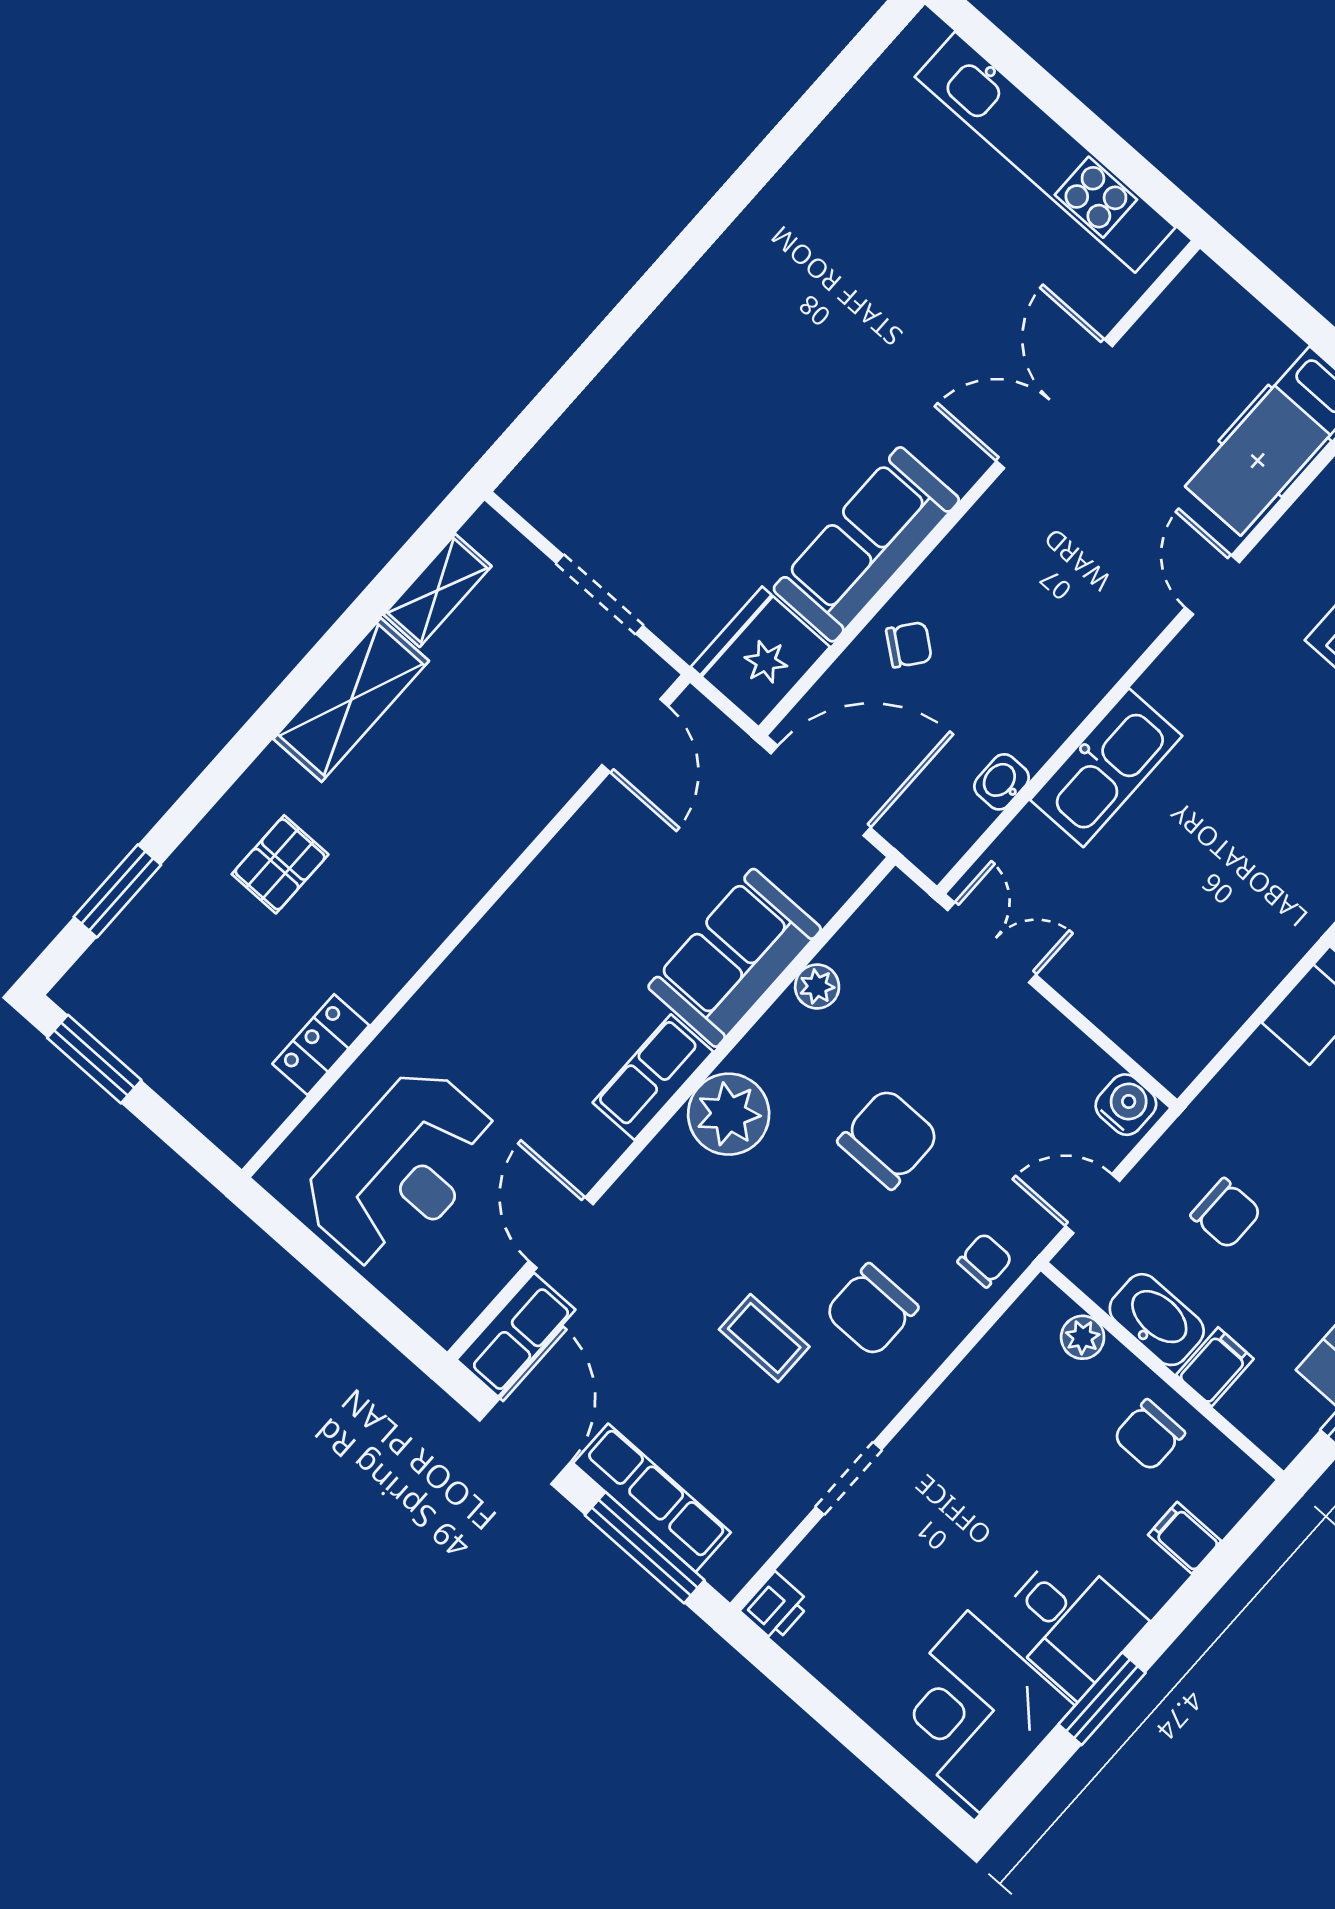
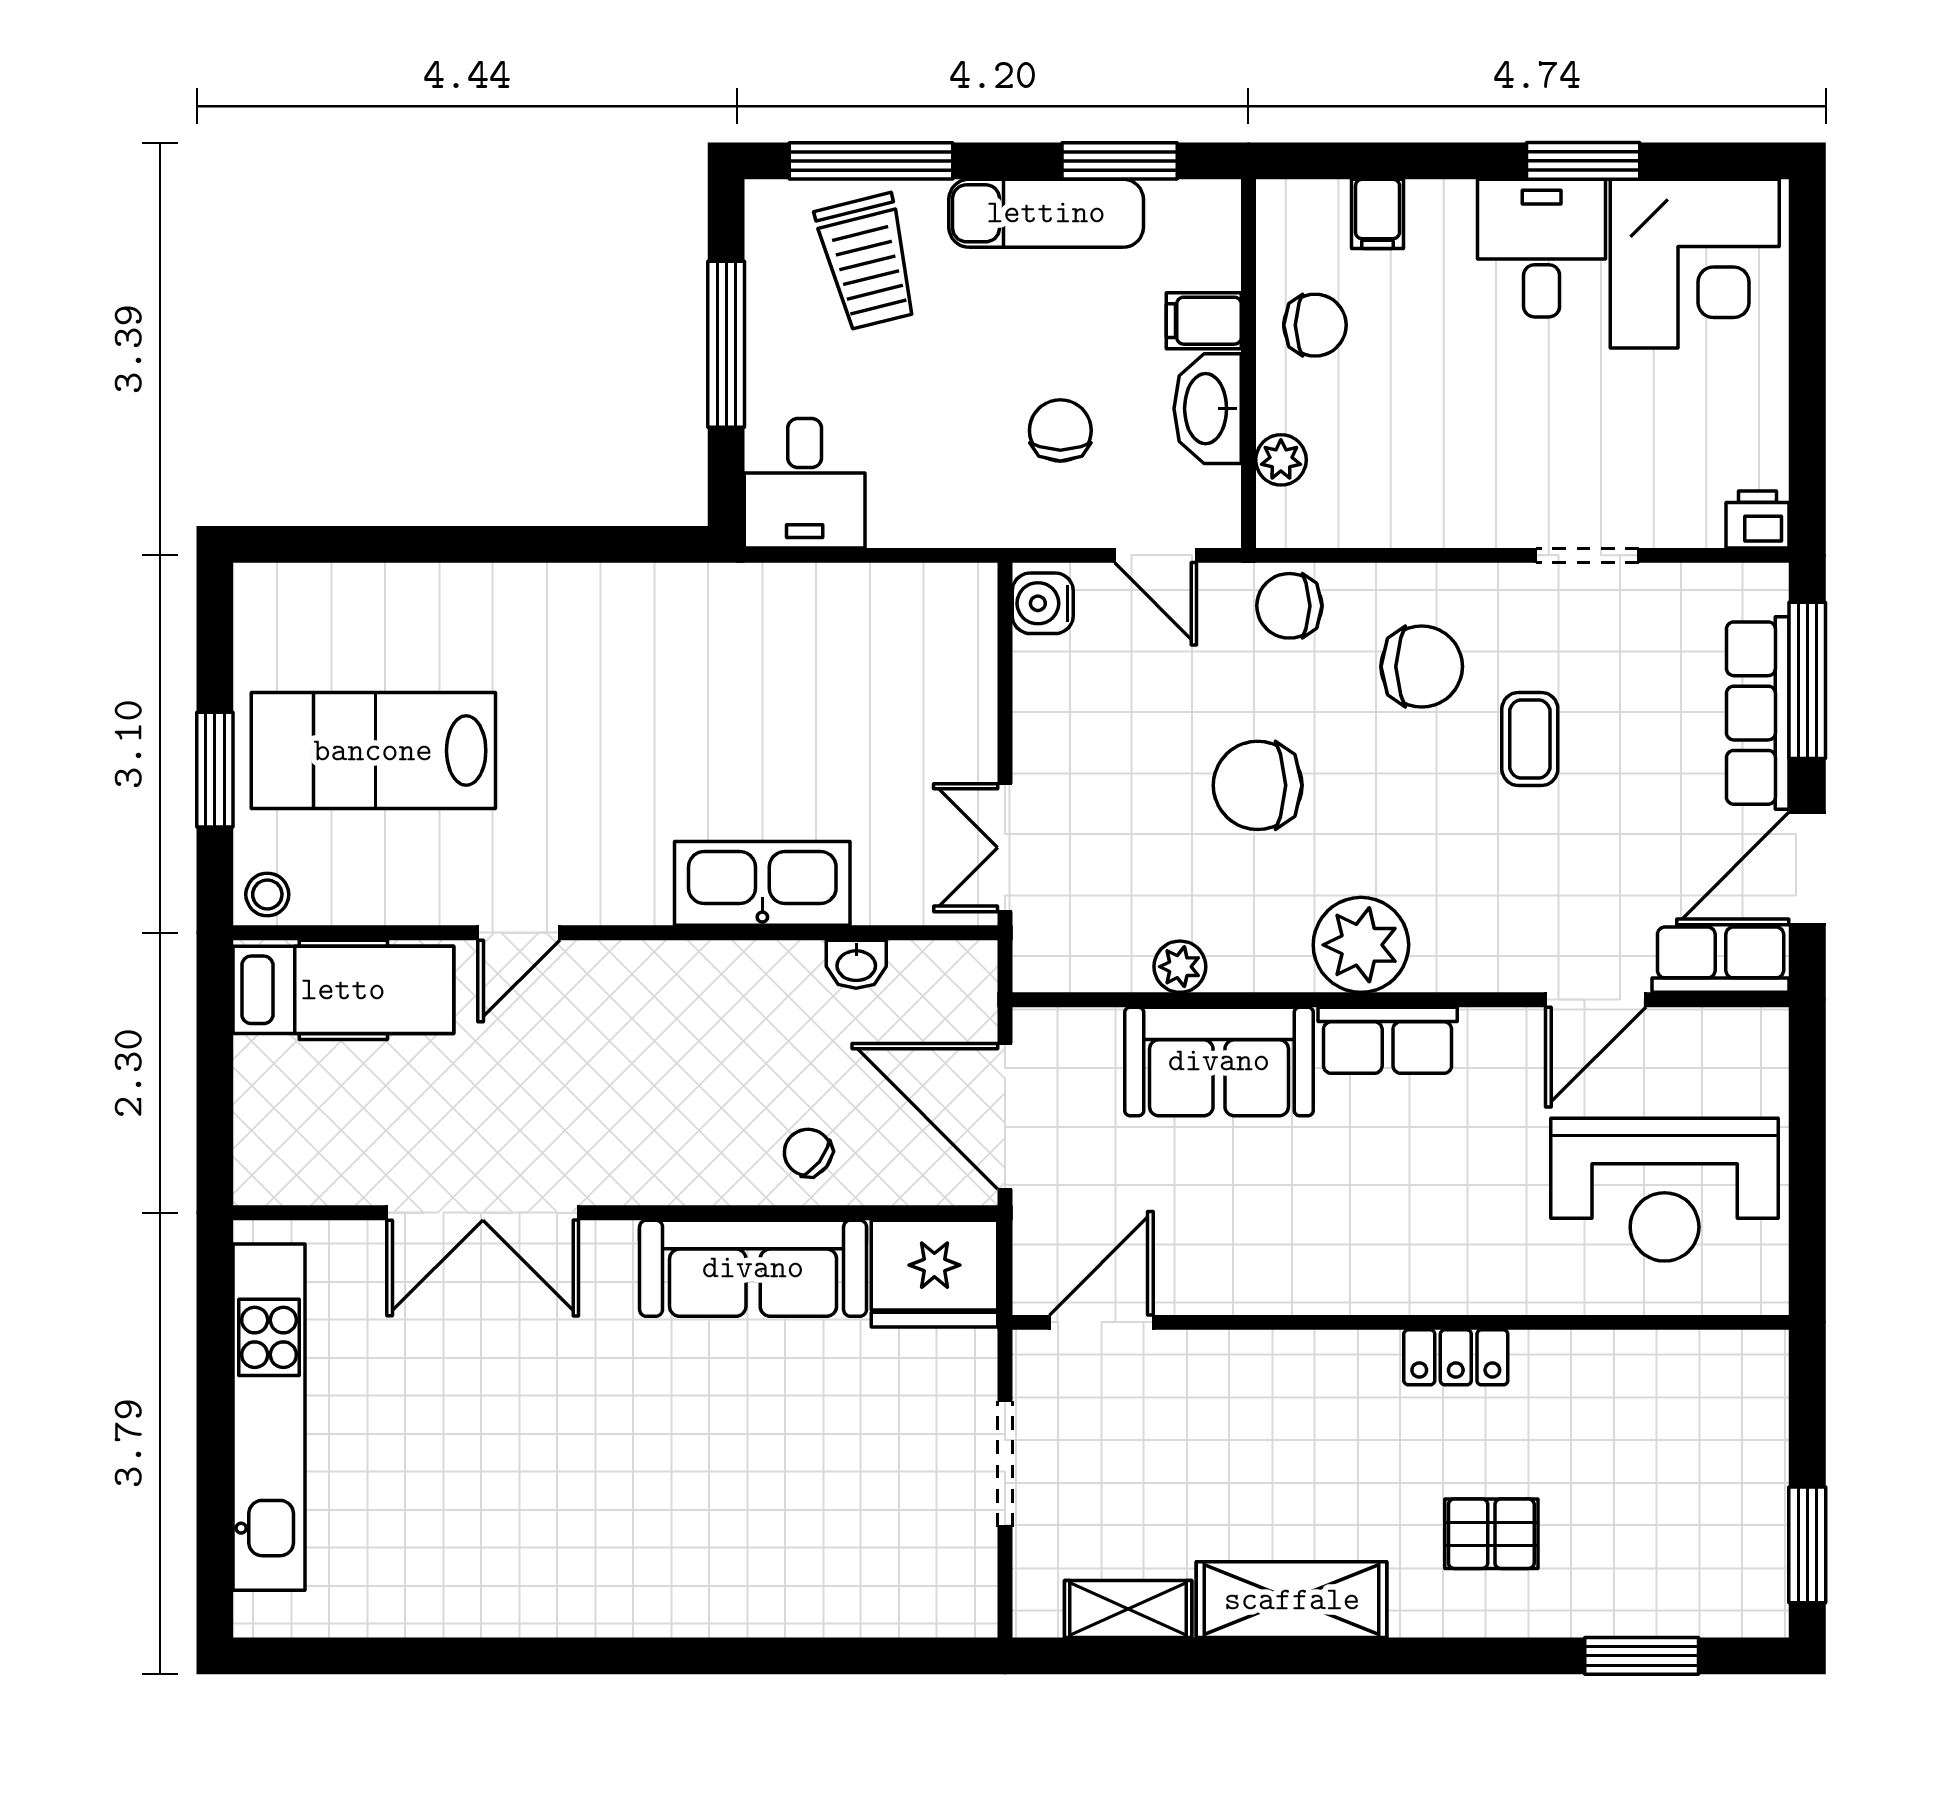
locker: (321, 1045) -> (1456, 1357), moved
reception desk: (401, 1169) -> (1665, 1190), turned 180
chair: (985, 1260) -> (1289, 606), width x1.37, depth x1.37

